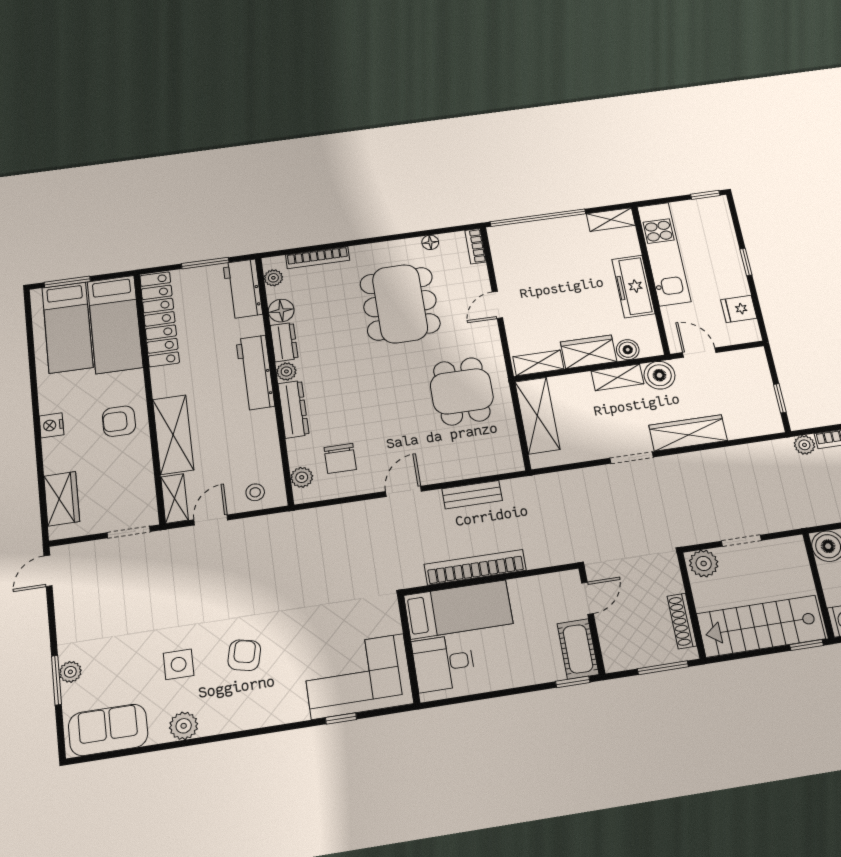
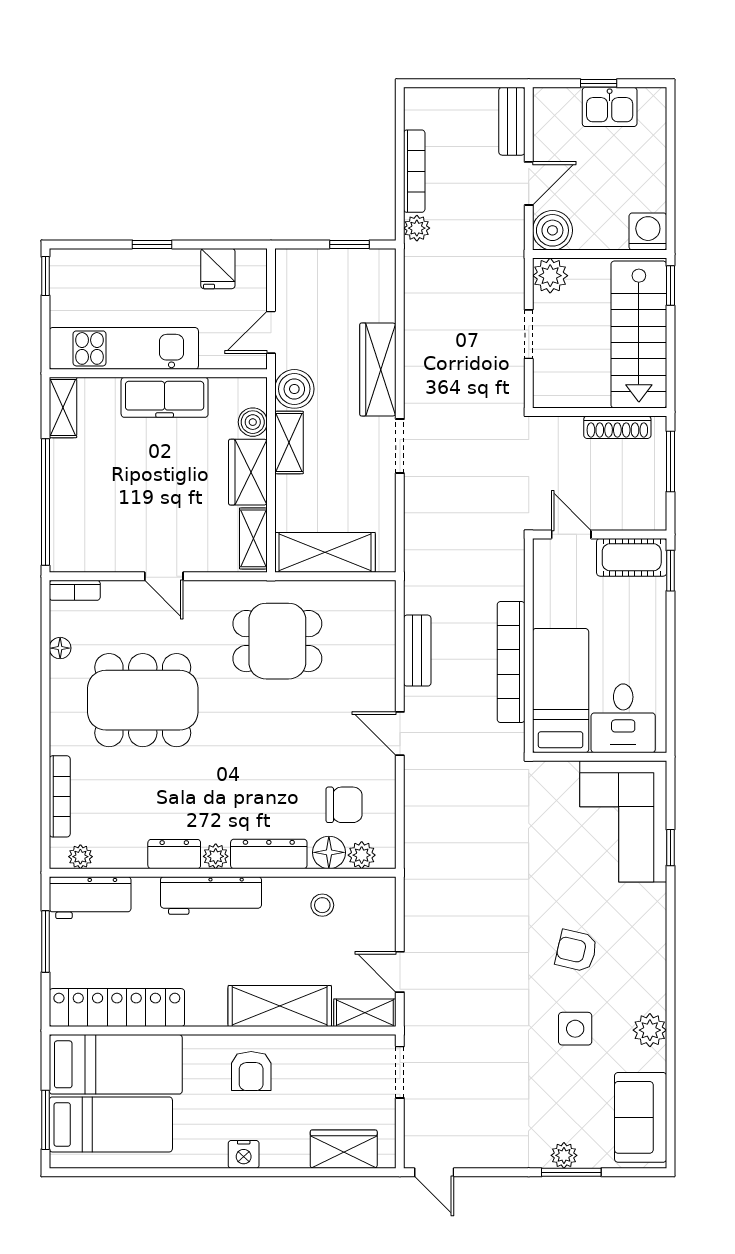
floor lamp: (281, 311) -> (329, 852), moved
stool: (255, 492) -> (322, 905), moved
plant: (704, 563) -> (550, 276), moved

